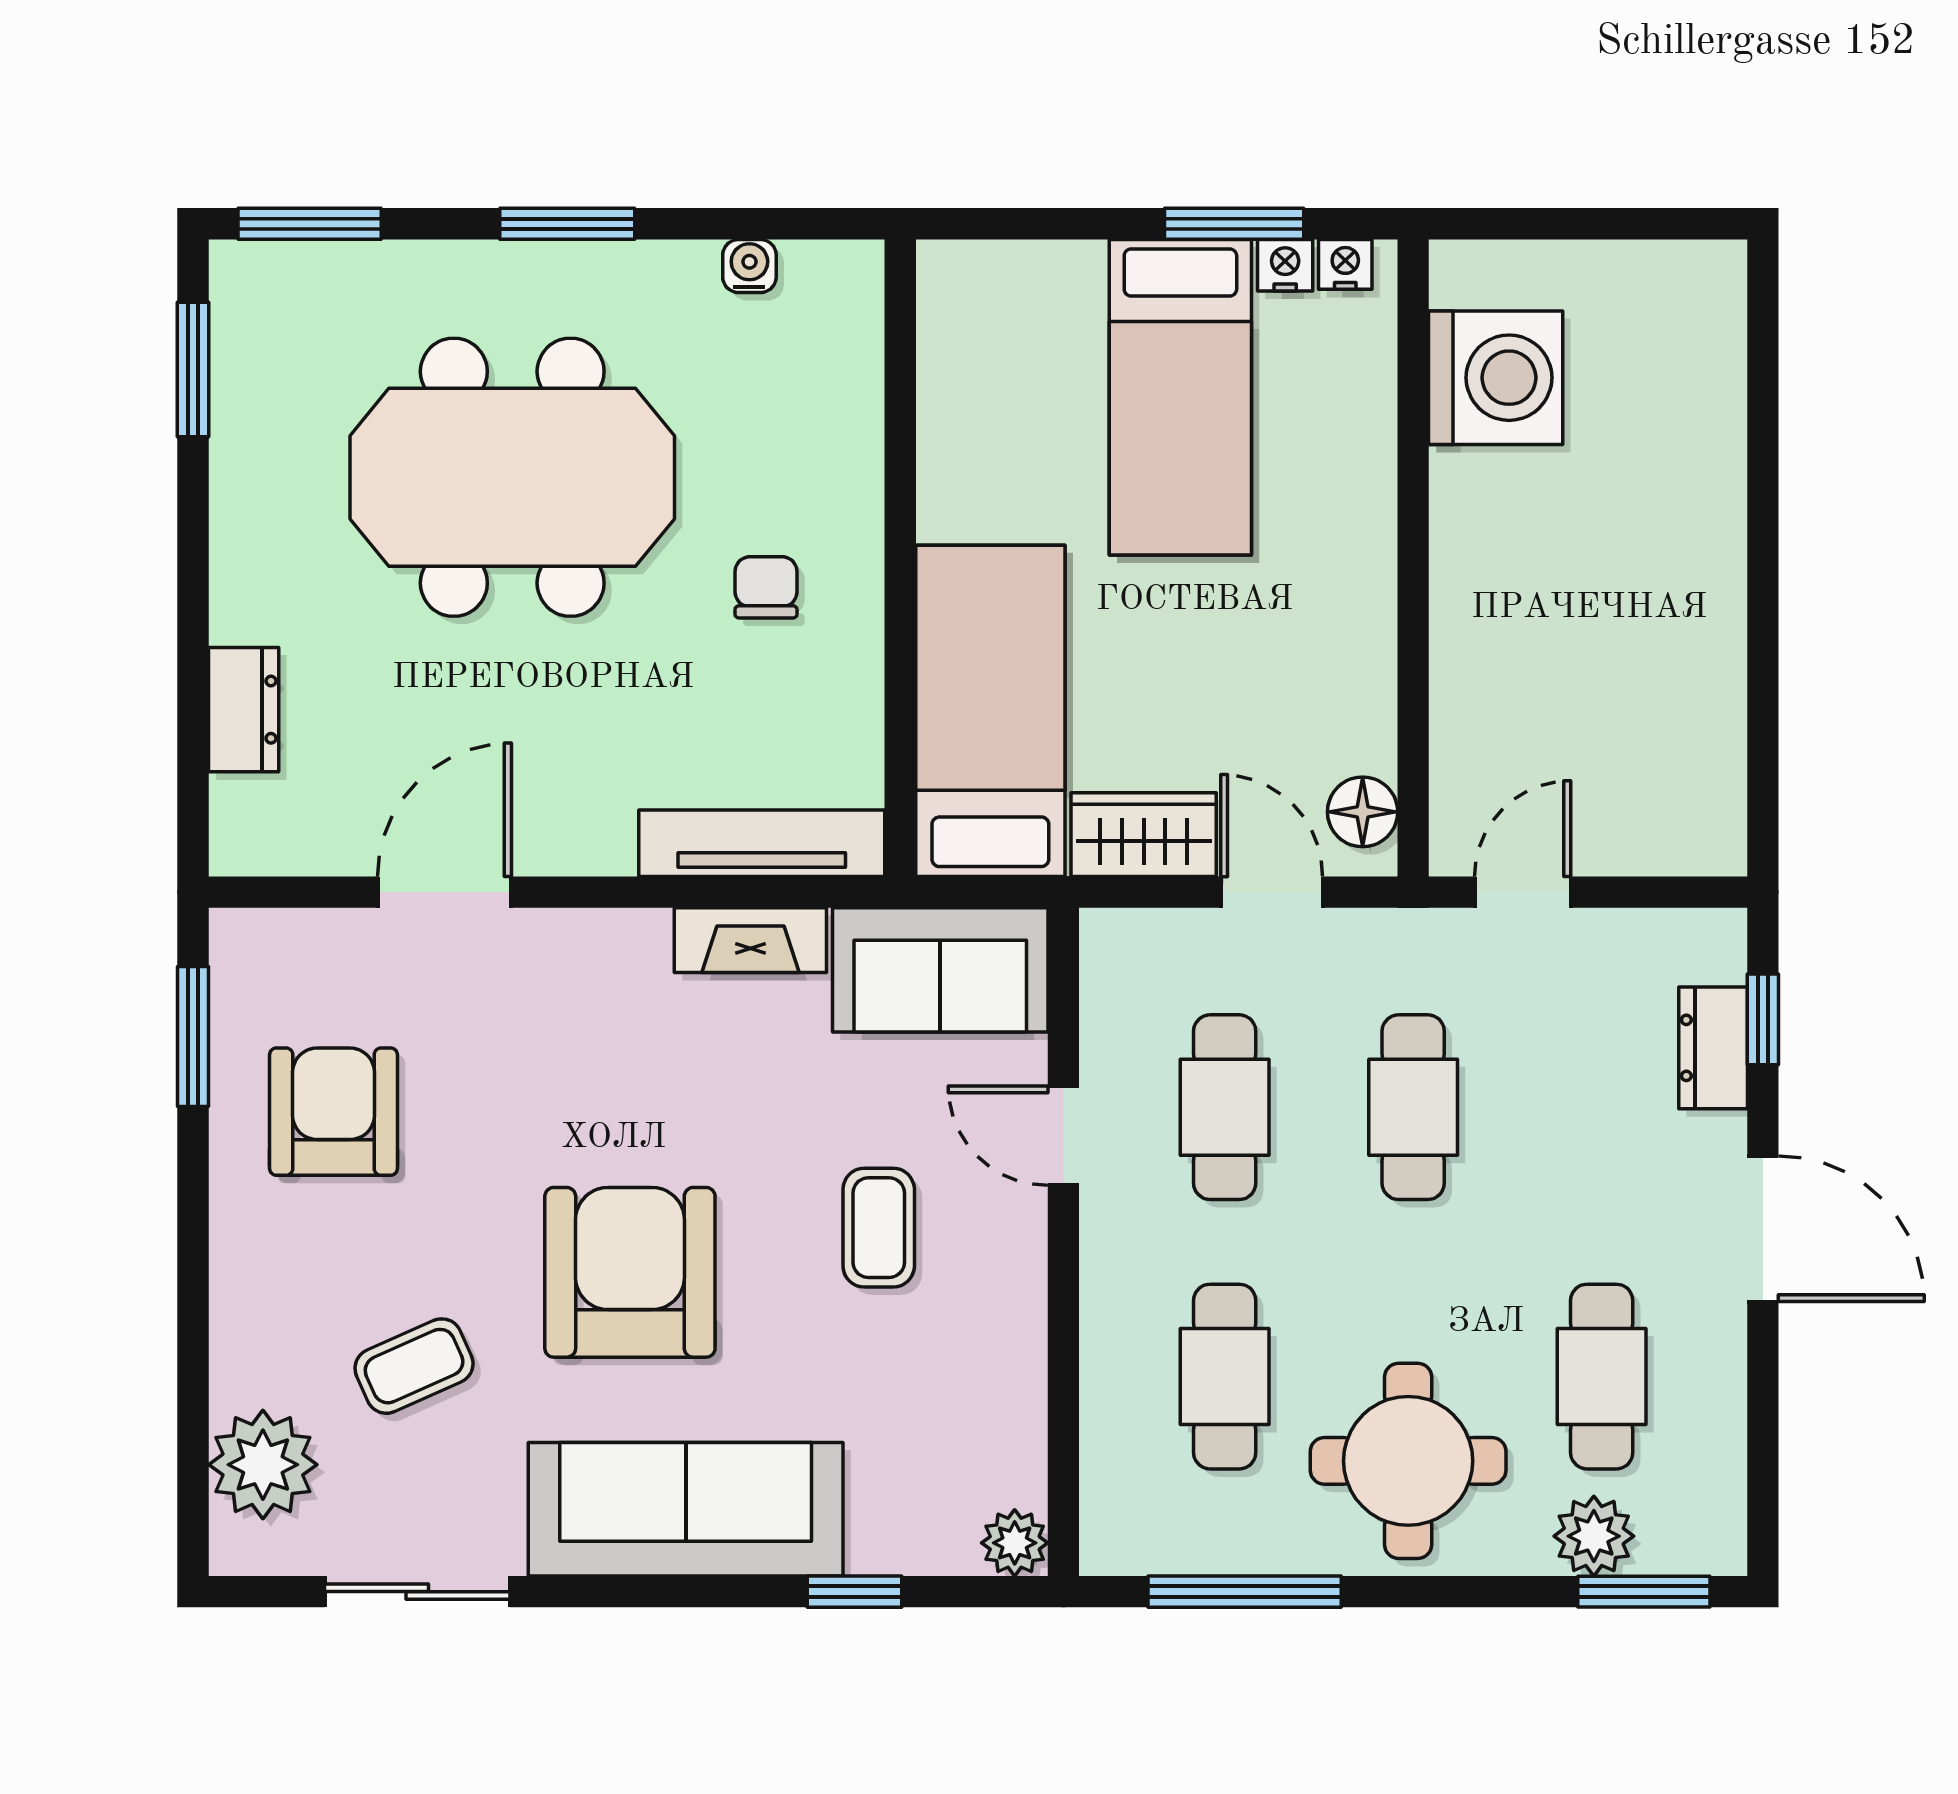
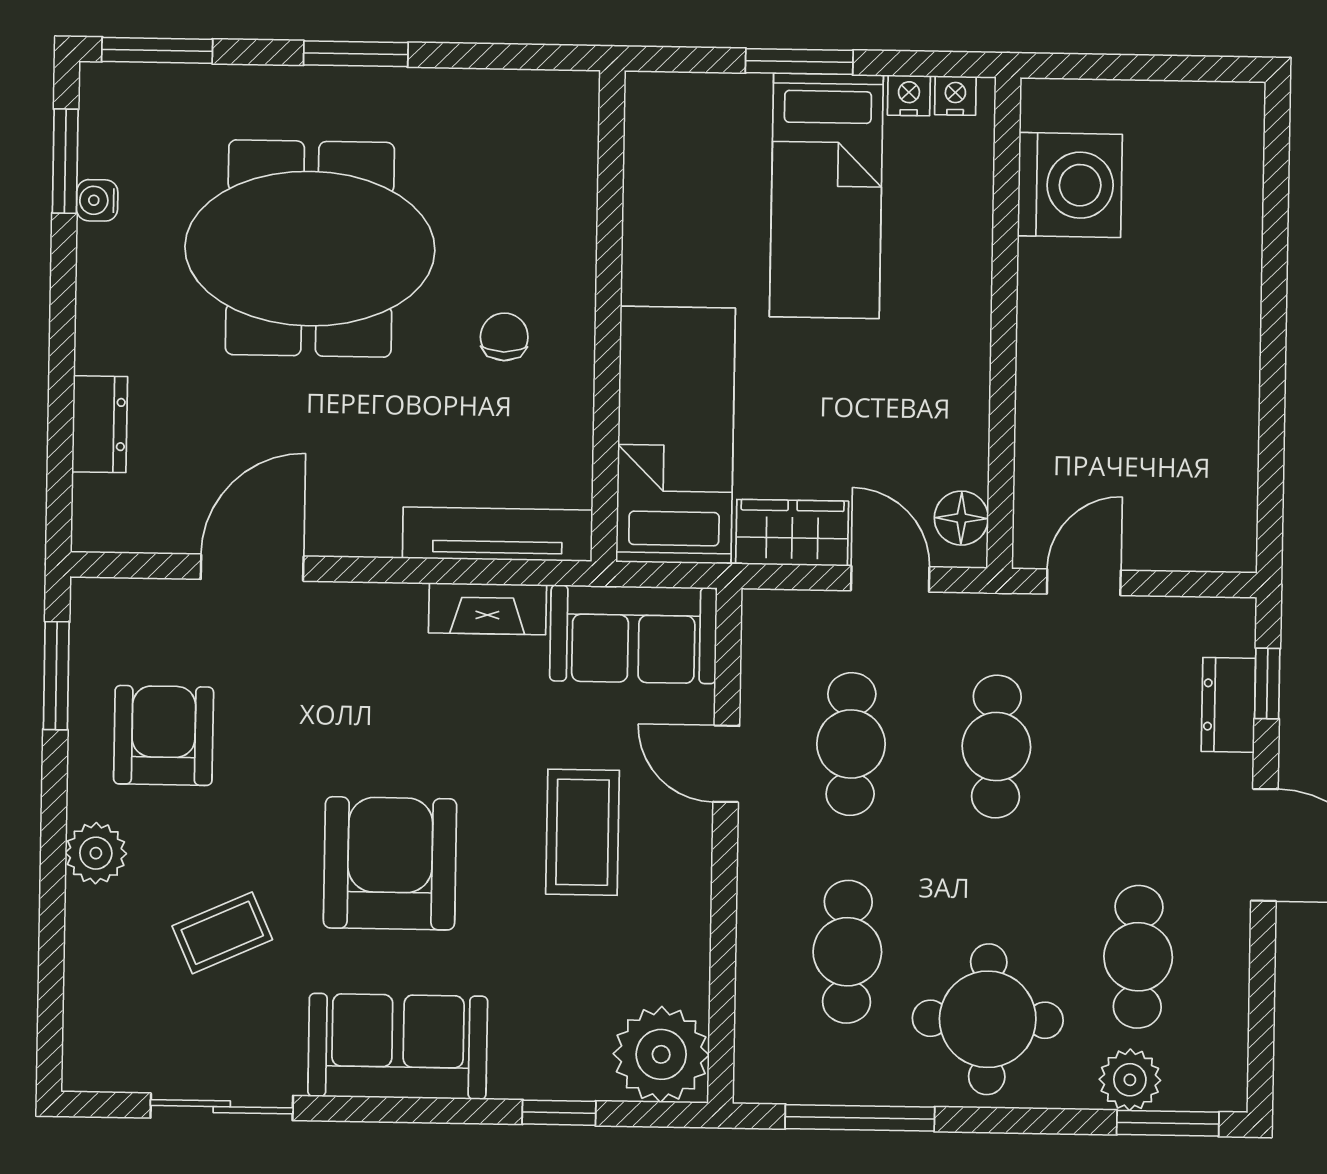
window: (1234, 224) -> (799, 62), moved
water cooler: (749, 266) -> (97, 200), moved, turned -90
coffee table: (879, 1228) -> (583, 832), width x1.36, depth x1.30
plant: (263, 1465) -> (96, 853), moved, width x0.73, depth x0.73
sofa: (686, 1509) -> (398, 1046), width x0.73
plant: (1015, 1543) -> (661, 1054), width x1.88, depth x1.88

